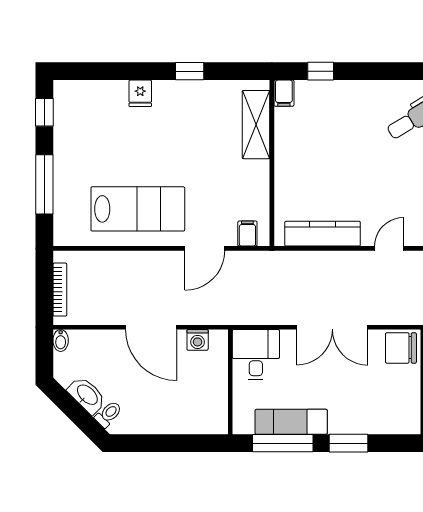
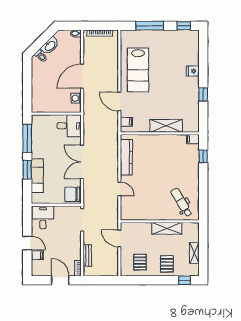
shelving: (256, 125) -> (166, 126), moved
chair: (401, 348) -> (72, 194), turned -90
exam couch: (291, 422) -> (37, 176), moved

